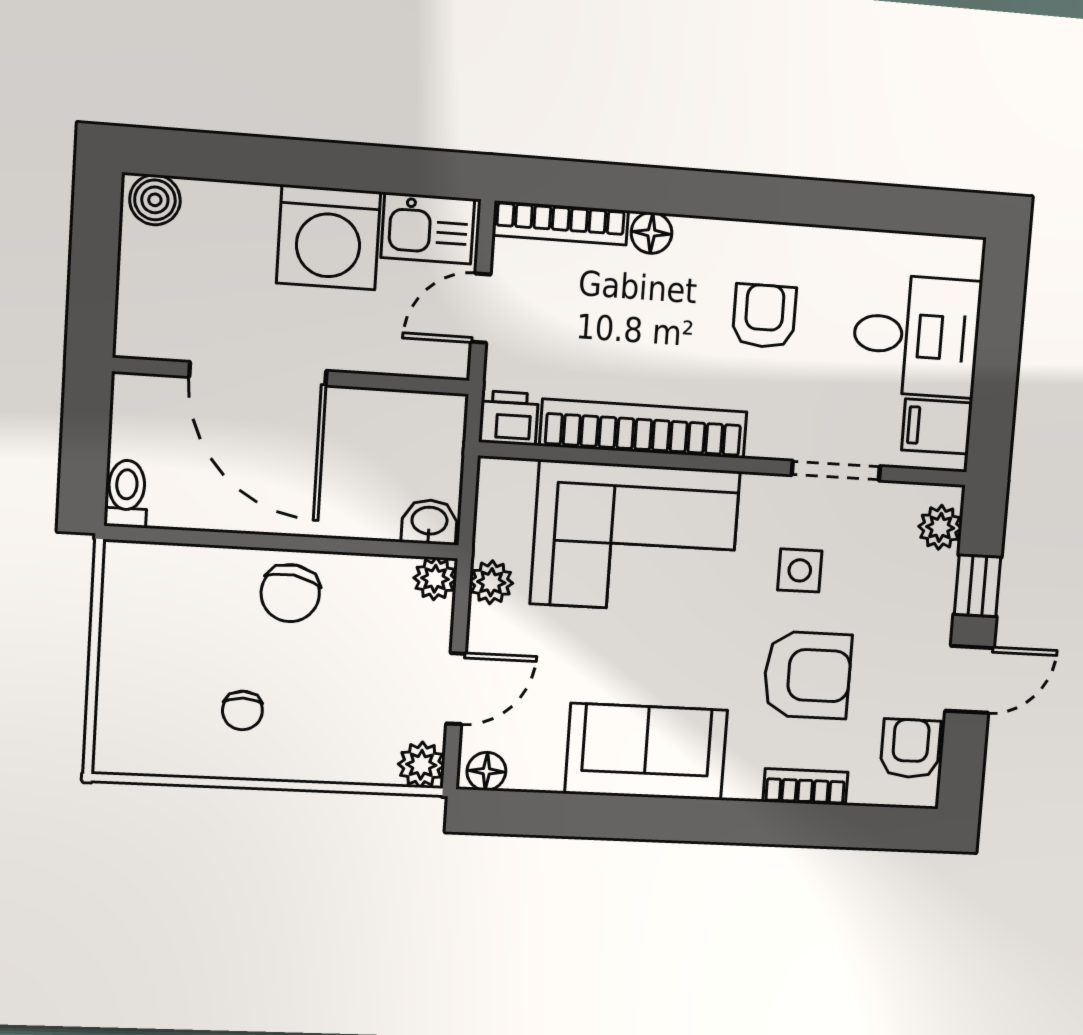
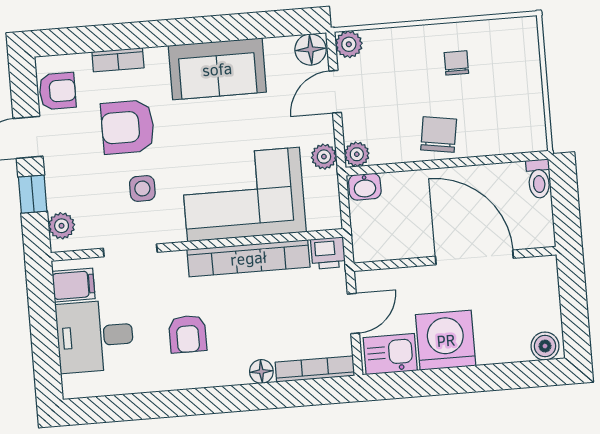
armchair: (910, 749) -> (57, 91), turned -90
floor lamp: (486, 771) -> (311, 49), width x1.37, depth x1.37

